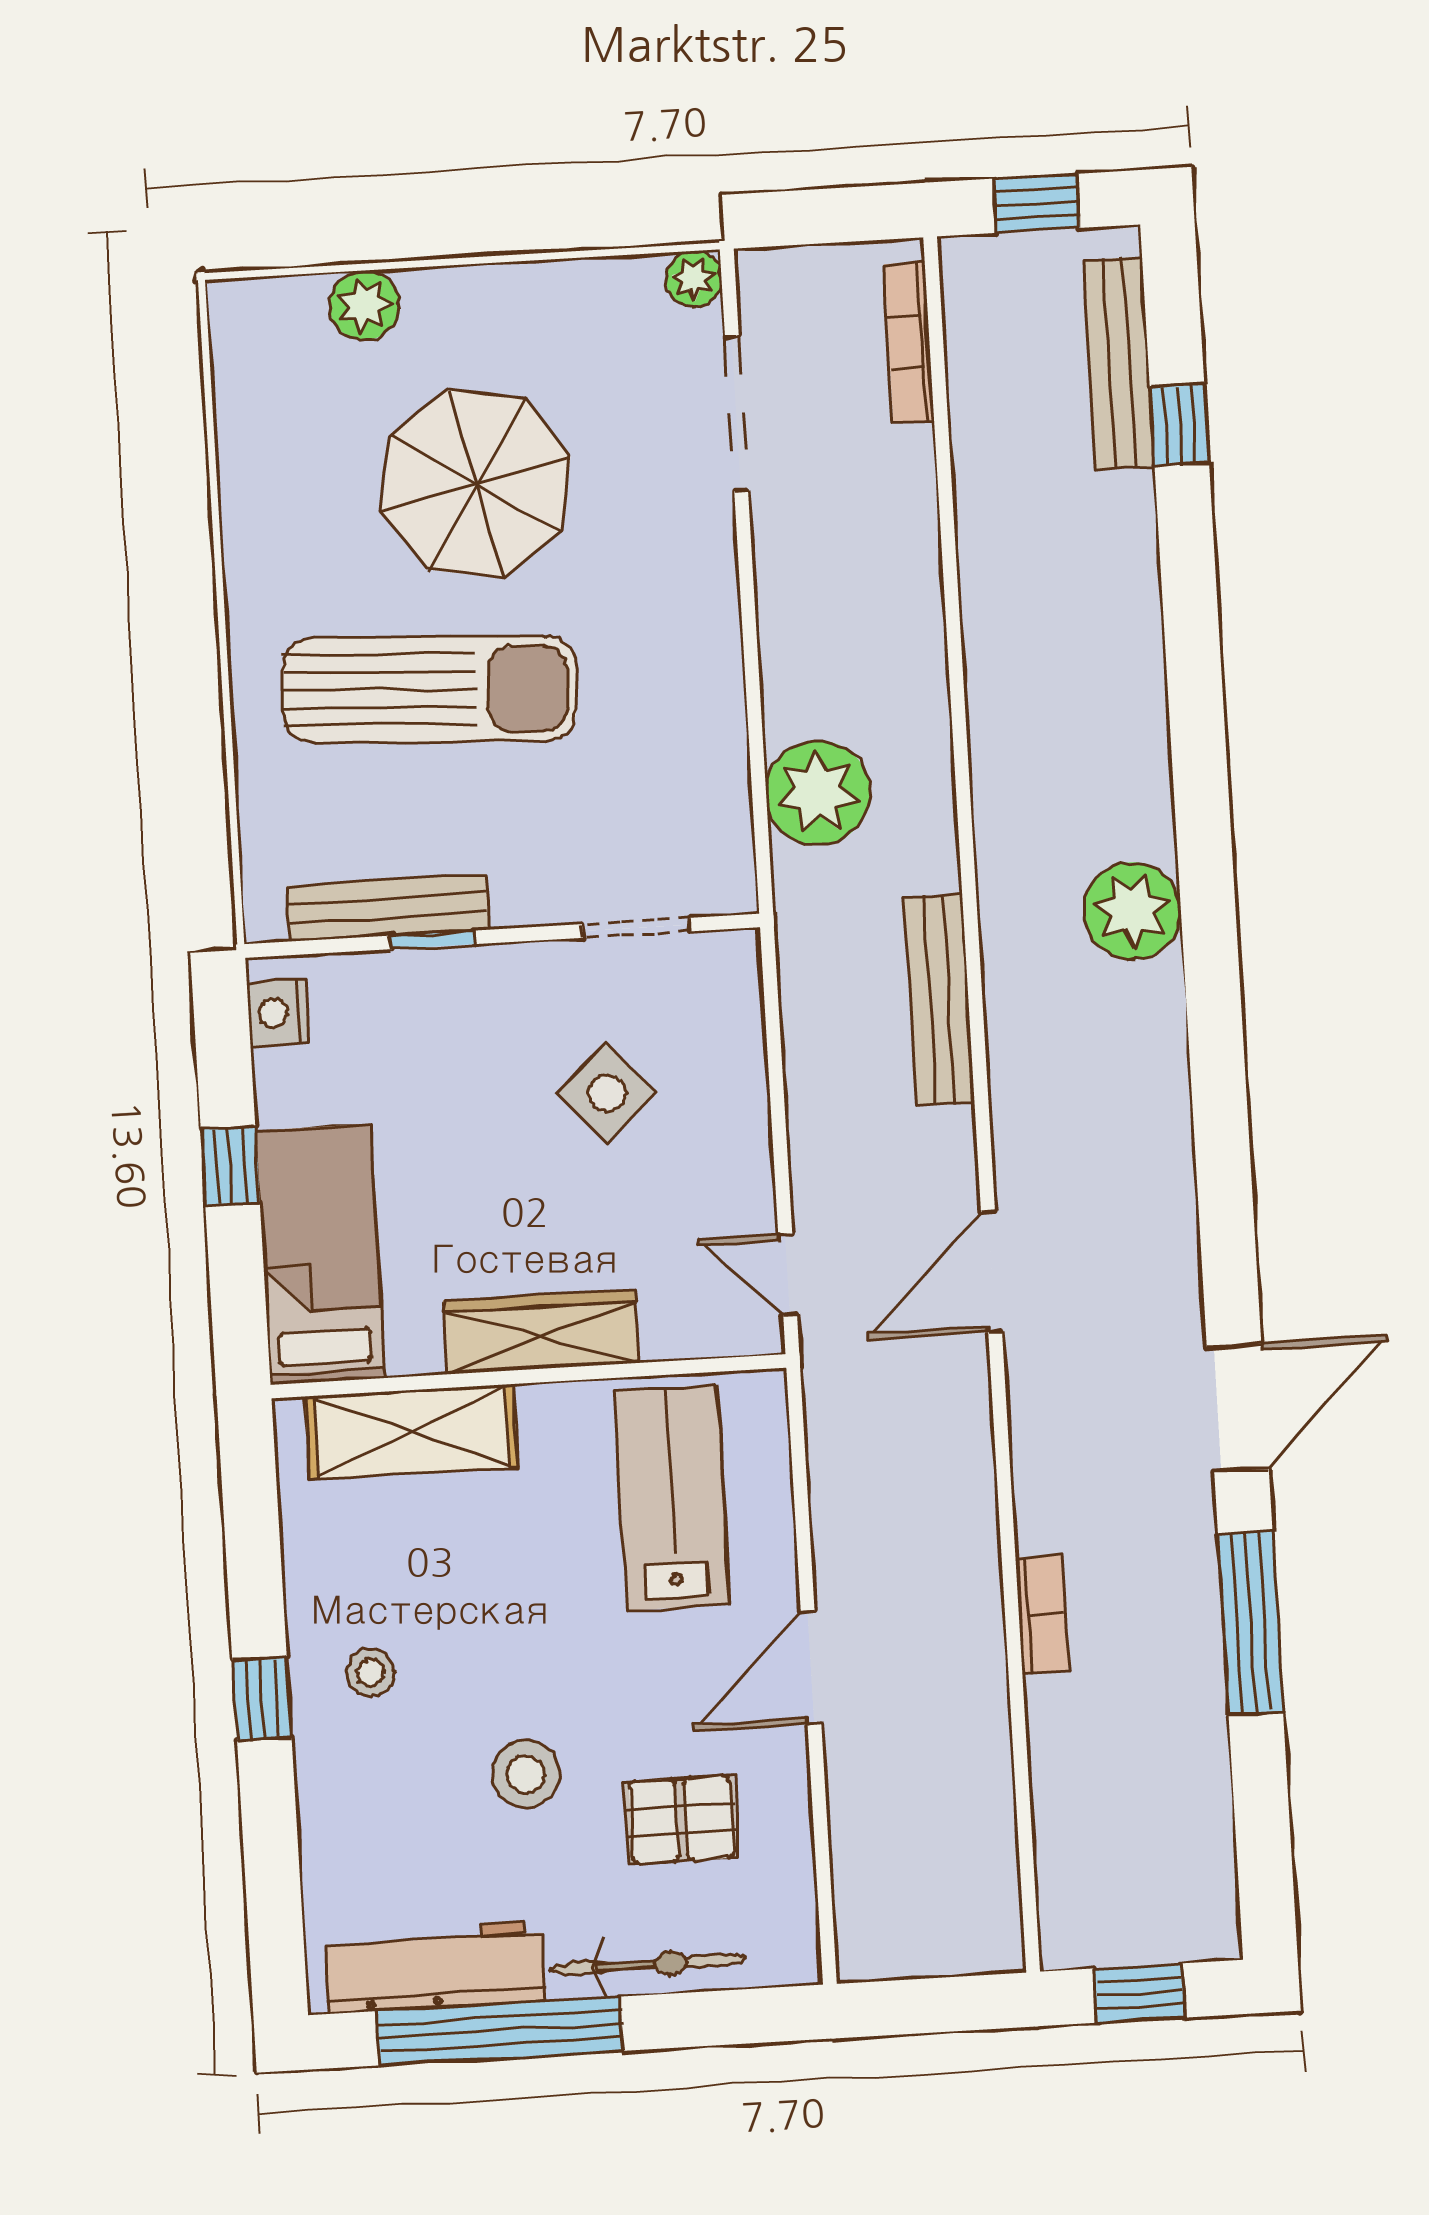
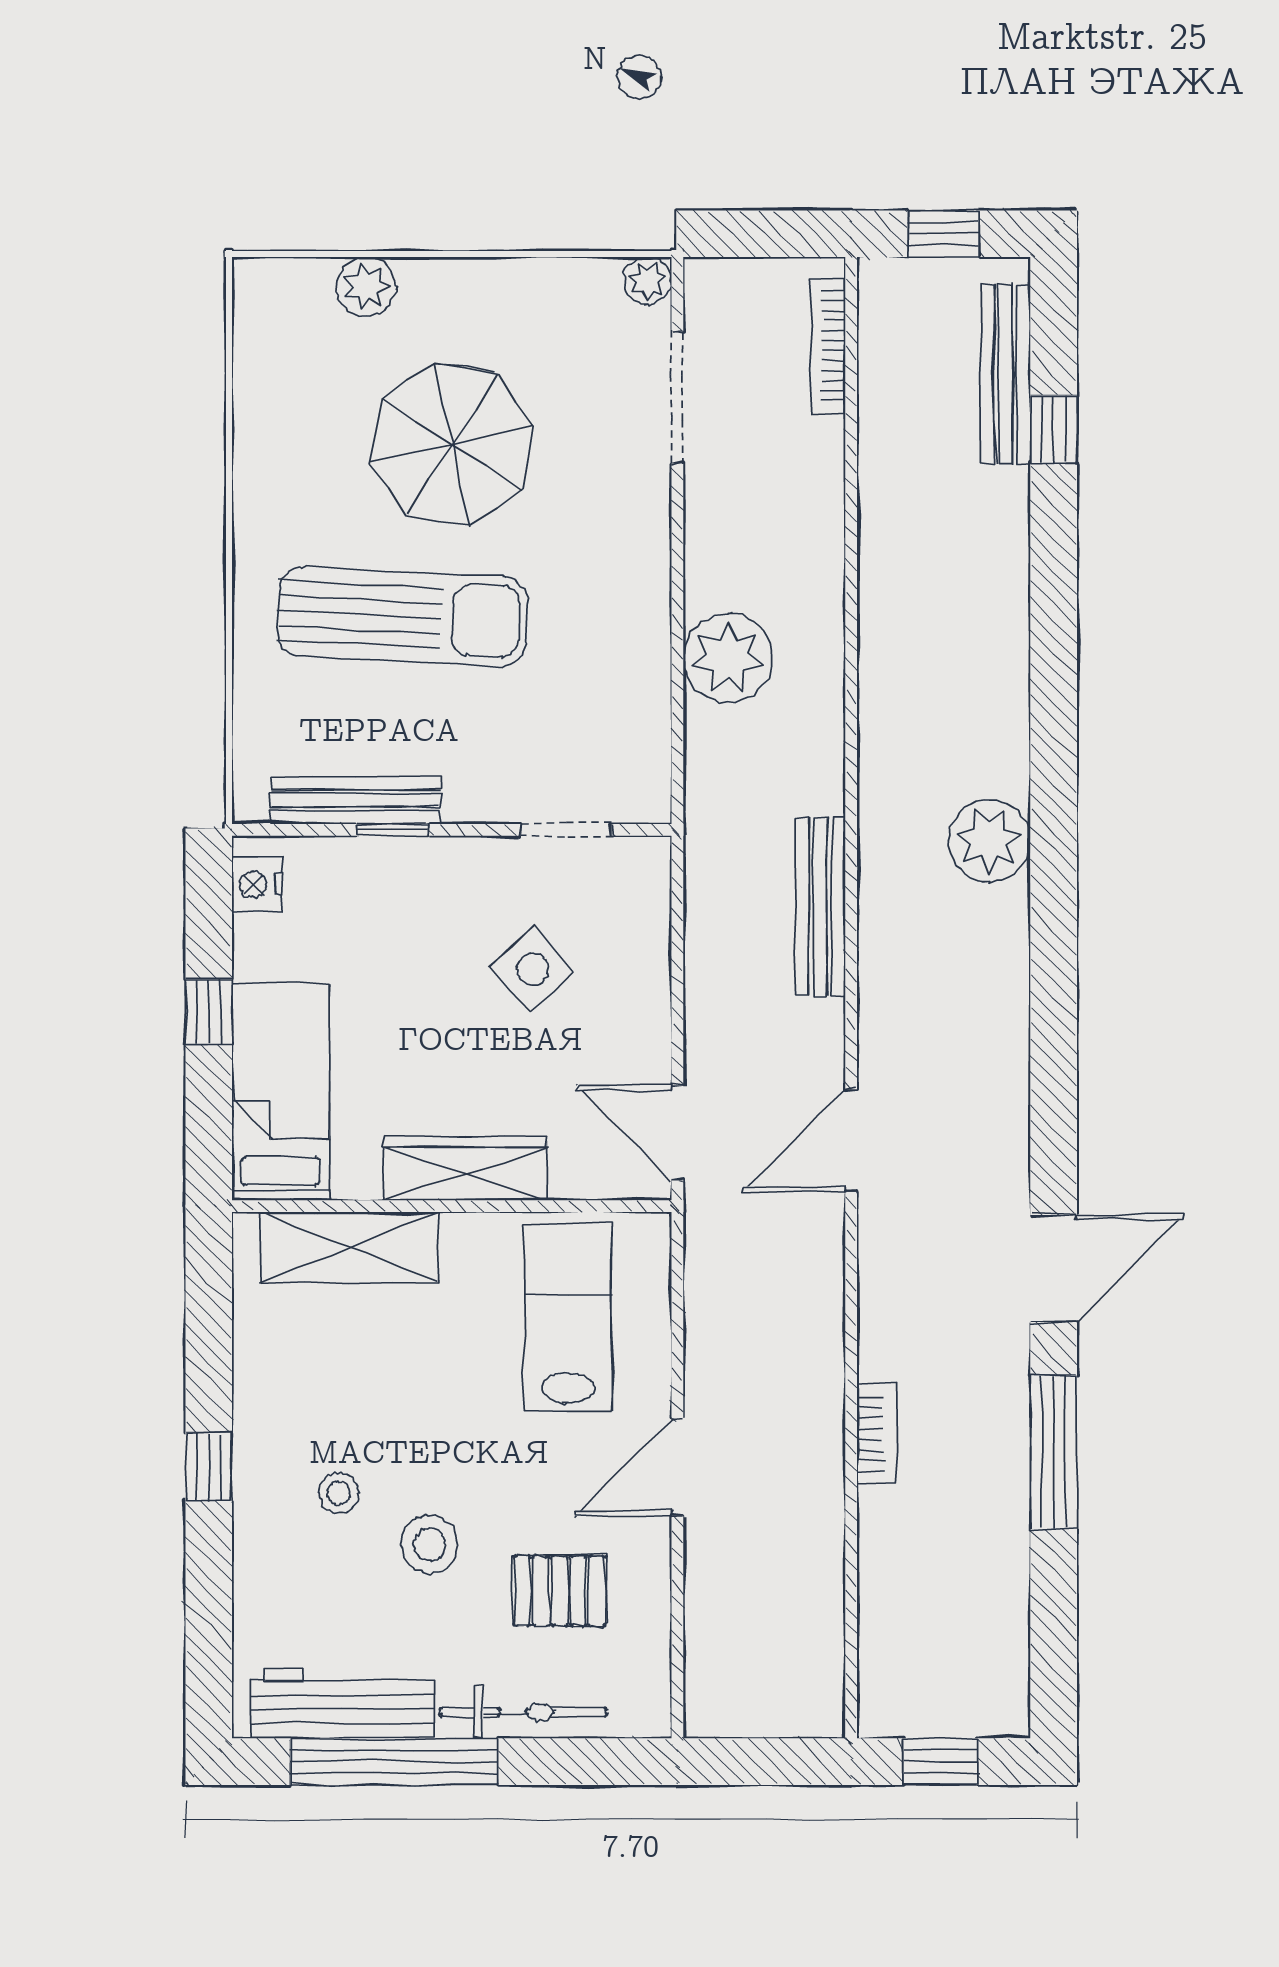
plant: (818, 793) -> (728, 658), moved
door: (788, 1274) -> (677, 1133), width x1.38
stool: (371, 1672) -> (338, 1493), moved

